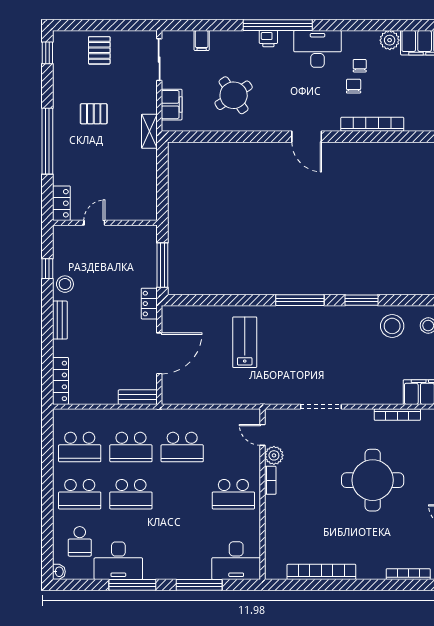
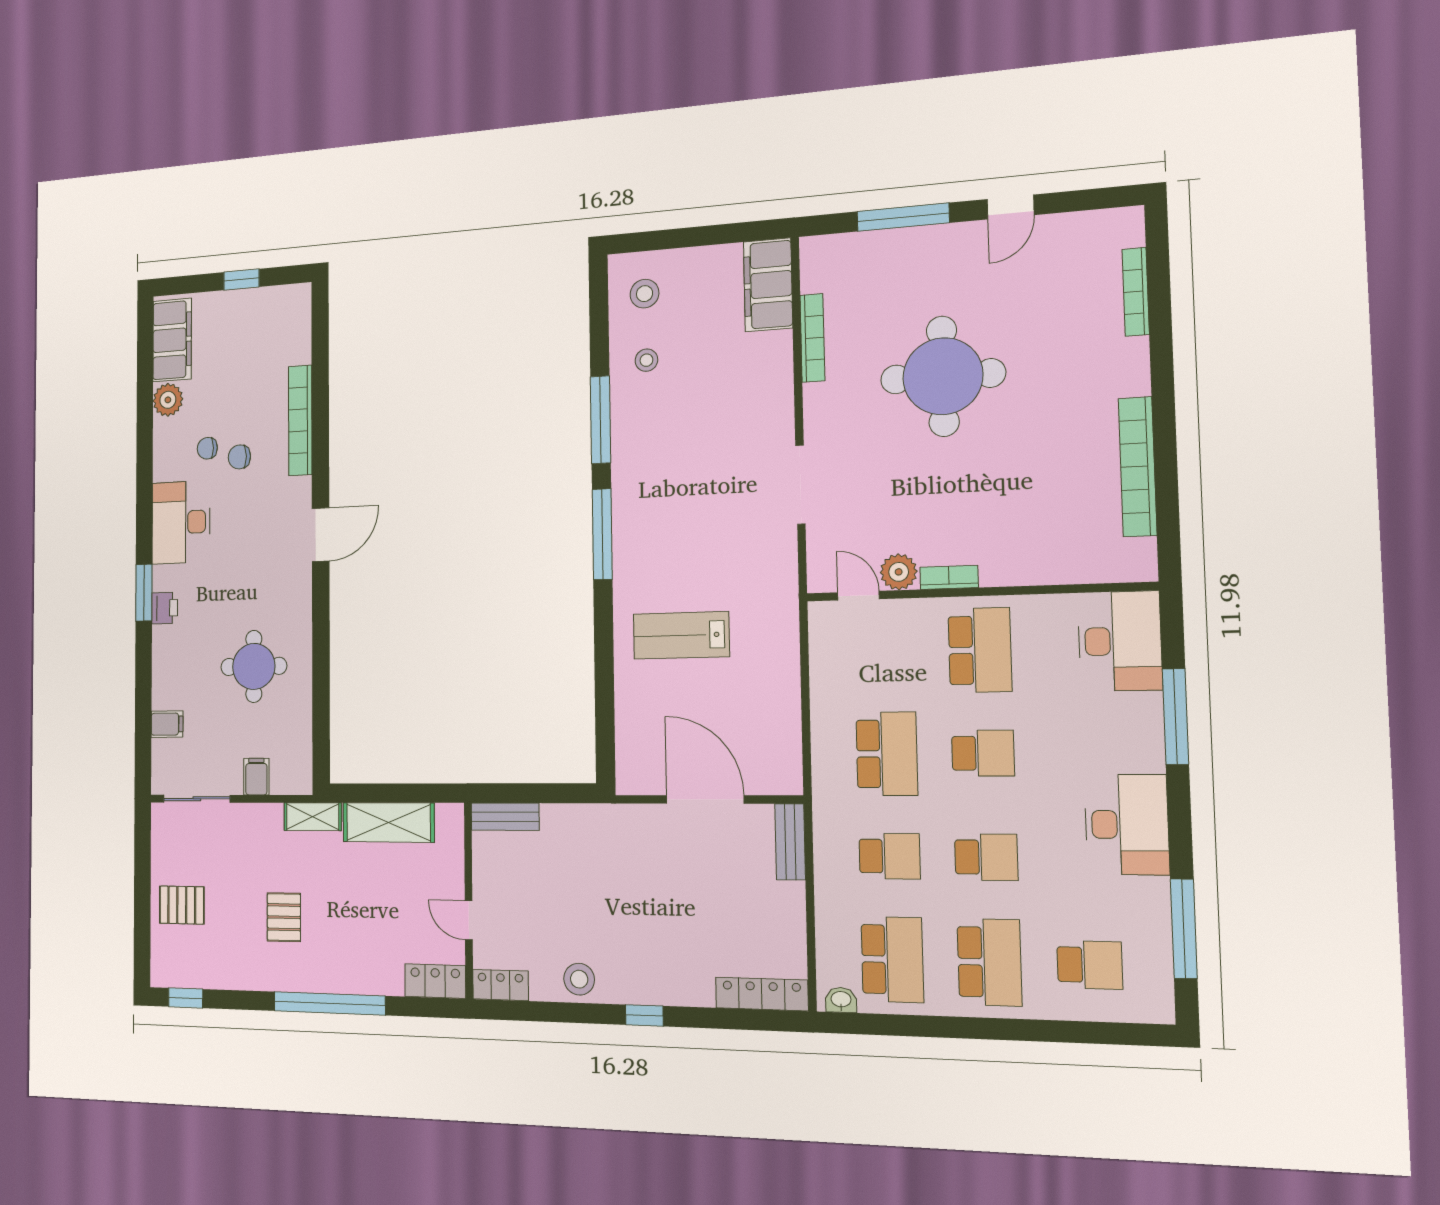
window: (278, 25) -> (144, 593), width x0.47
round table: (234, 95) -> (254, 666), turned 34
filing cabinet: (172, 105) -> (256, 777), width x0.50
shelving: (146, 177) -> (388, 822), added
window: (162, 265) -> (543, 793), removed
window: (47, 269) -> (644, 1015), moved
window: (362, 300) -> (601, 420), width x1.44
locker: (149, 304) -> (500, 985), moved, turned 180
bench: (60, 320) -> (505, 817), moved
stool: (392, 326) -> (646, 360), width x0.53, depth x0.53
door: (263, 435) -> (858, 596), swing flipped
school desk: (131, 447) -> (889, 856), width x0.54
school desk: (131, 494) -> (986, 857), width x0.54
school desk: (182, 494) -> (983, 753), added
desk: (118, 561) -> (1127, 824), moved
washbasin: (59, 572) -> (841, 1000), moved
window: (132, 585) -> (1184, 929), moved

